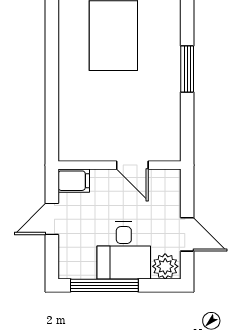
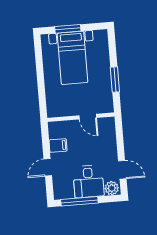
wall: (120, 165) -> (81, 117), moved
door: (132, 165) -> (88, 117), moved

